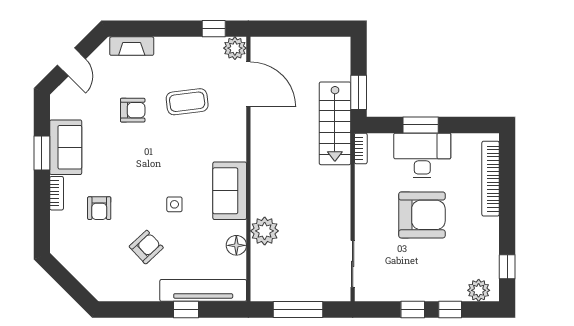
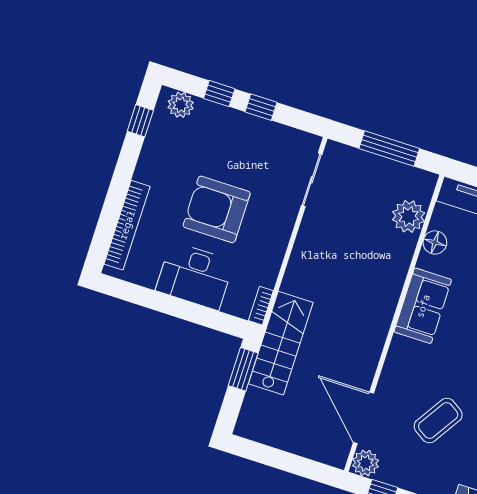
coffee table: (187, 102) -> (438, 420), turned -50
window: (421, 125) -> (186, 310), removed
plant: (265, 231) -> (409, 216), moved

